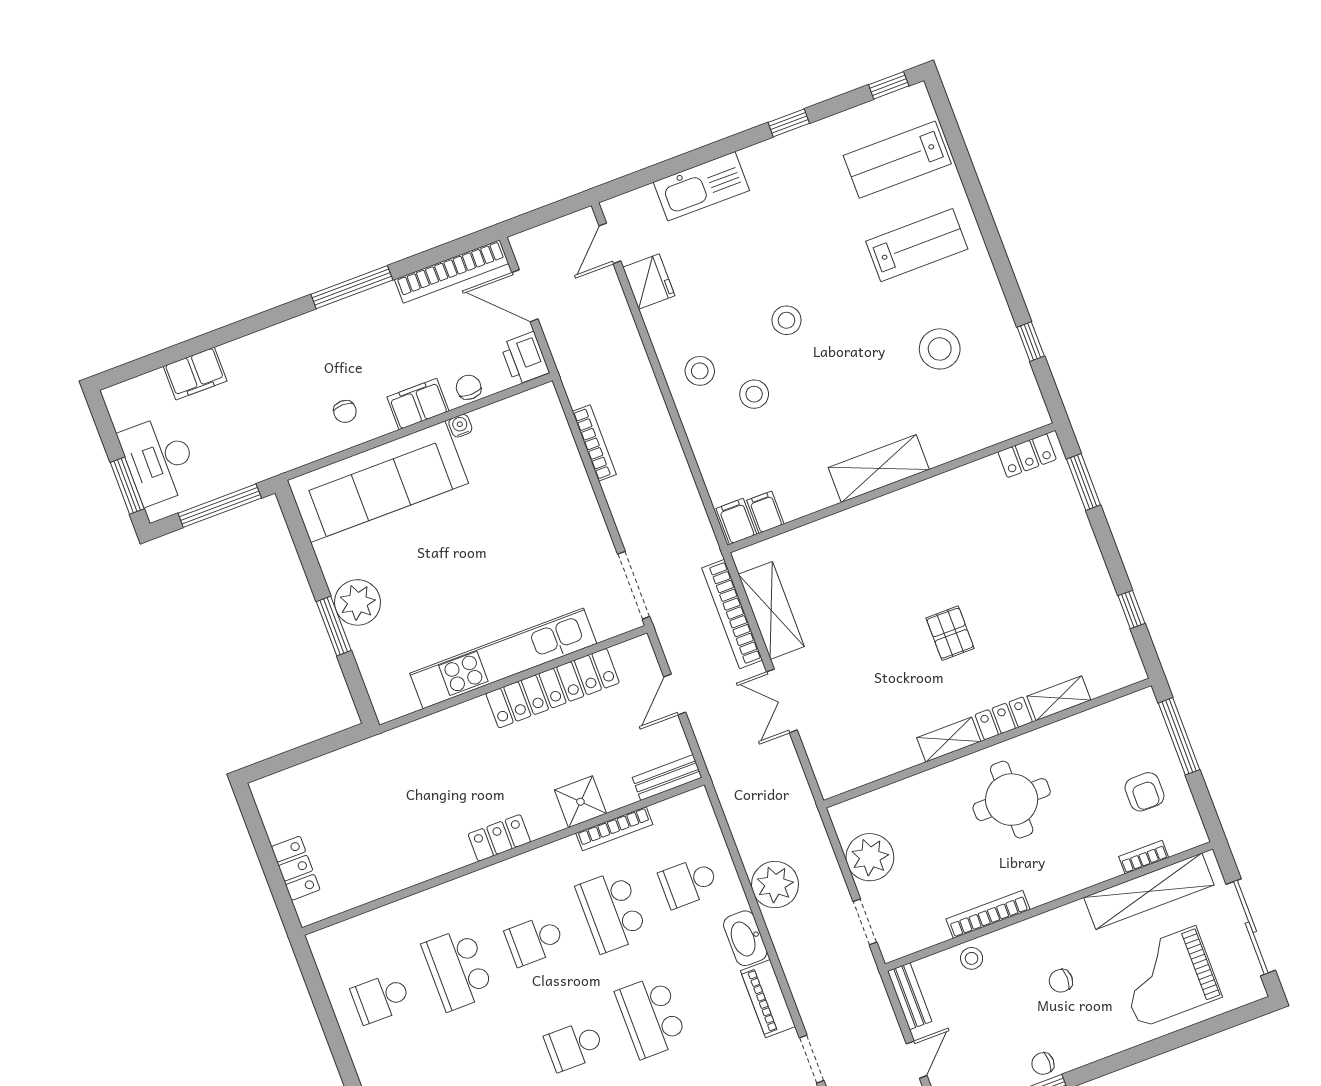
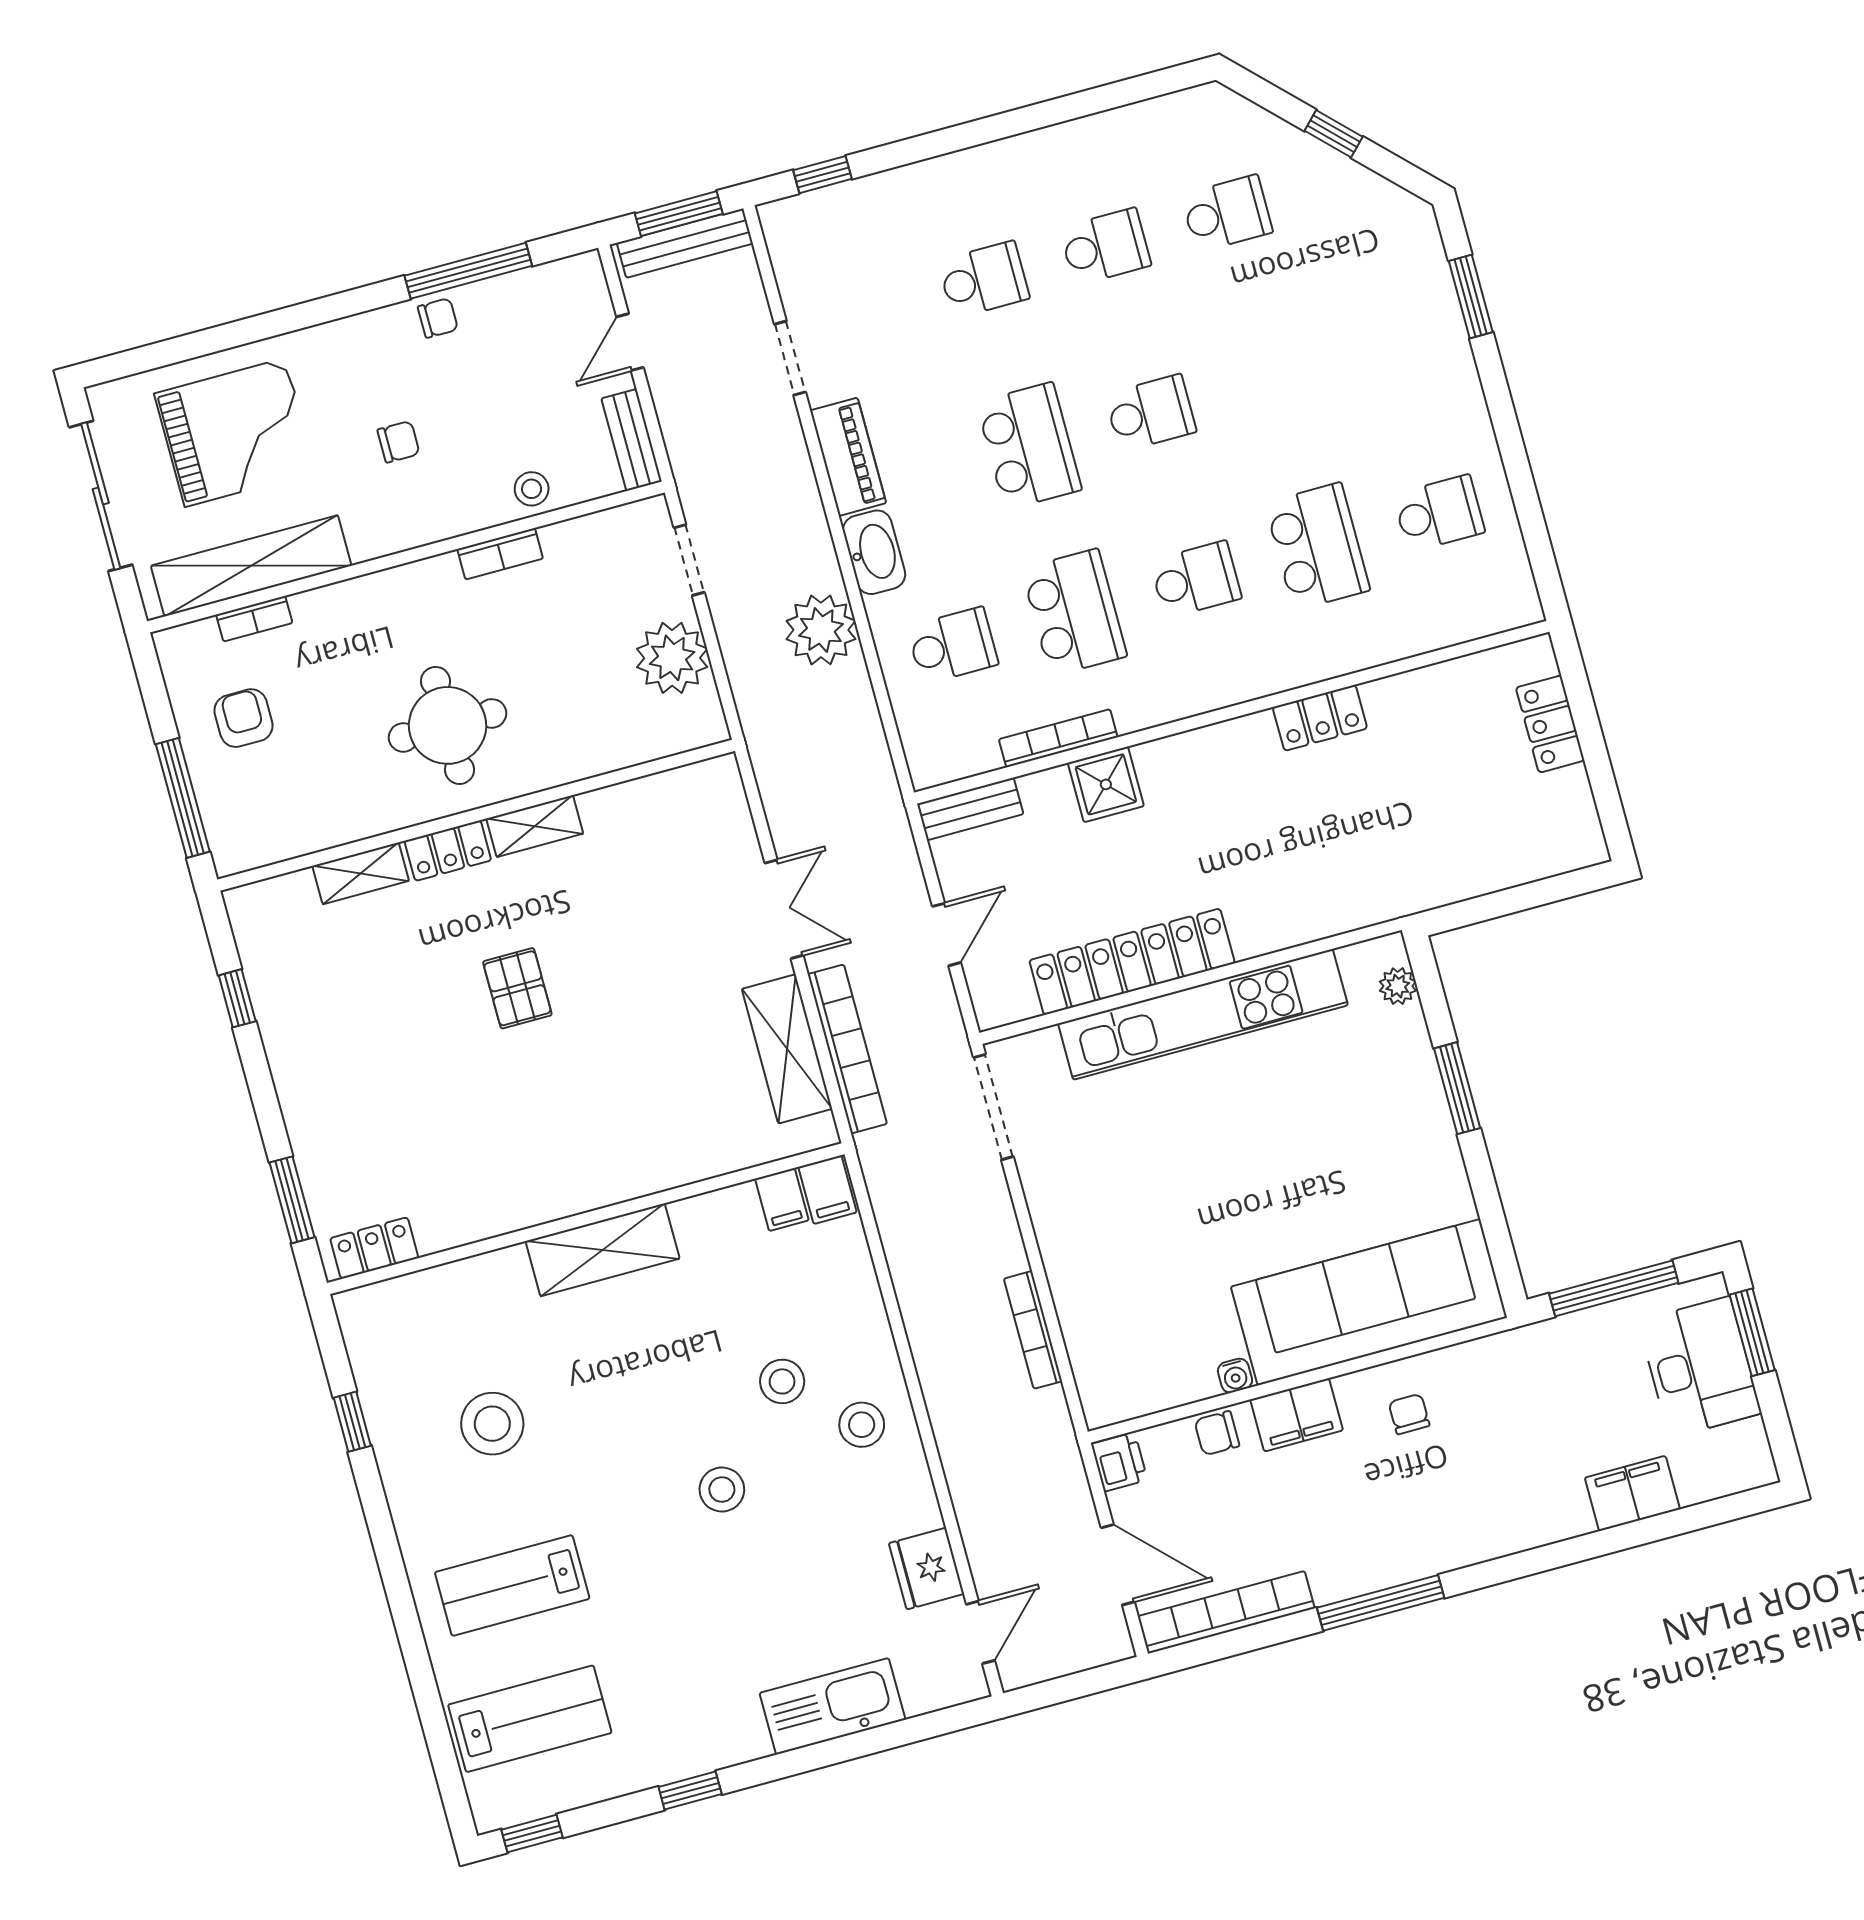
printer: (525, 358) -> (1119, 1462), width x0.73, depth x0.81
chair: (469, 387) -> (1217, 1433), turned 90
plant: (358, 602) -> (1398, 986), moved, width x0.53, depth x0.53
locker: (499, 838) -> (1320, 718), moved
bookcase: (988, 914) -> (500, 554), width x0.64

